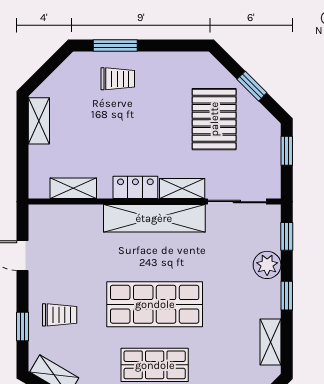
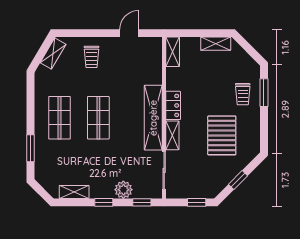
pallet: (214, 119) -> (222, 135), moved, turned 90
shelving: (73, 188) -> (173, 52), moved
shop shelf: (155, 304) -> (98, 118), width x0.70, depth x0.74
window: (22, 326) -> (84, 33), removed

